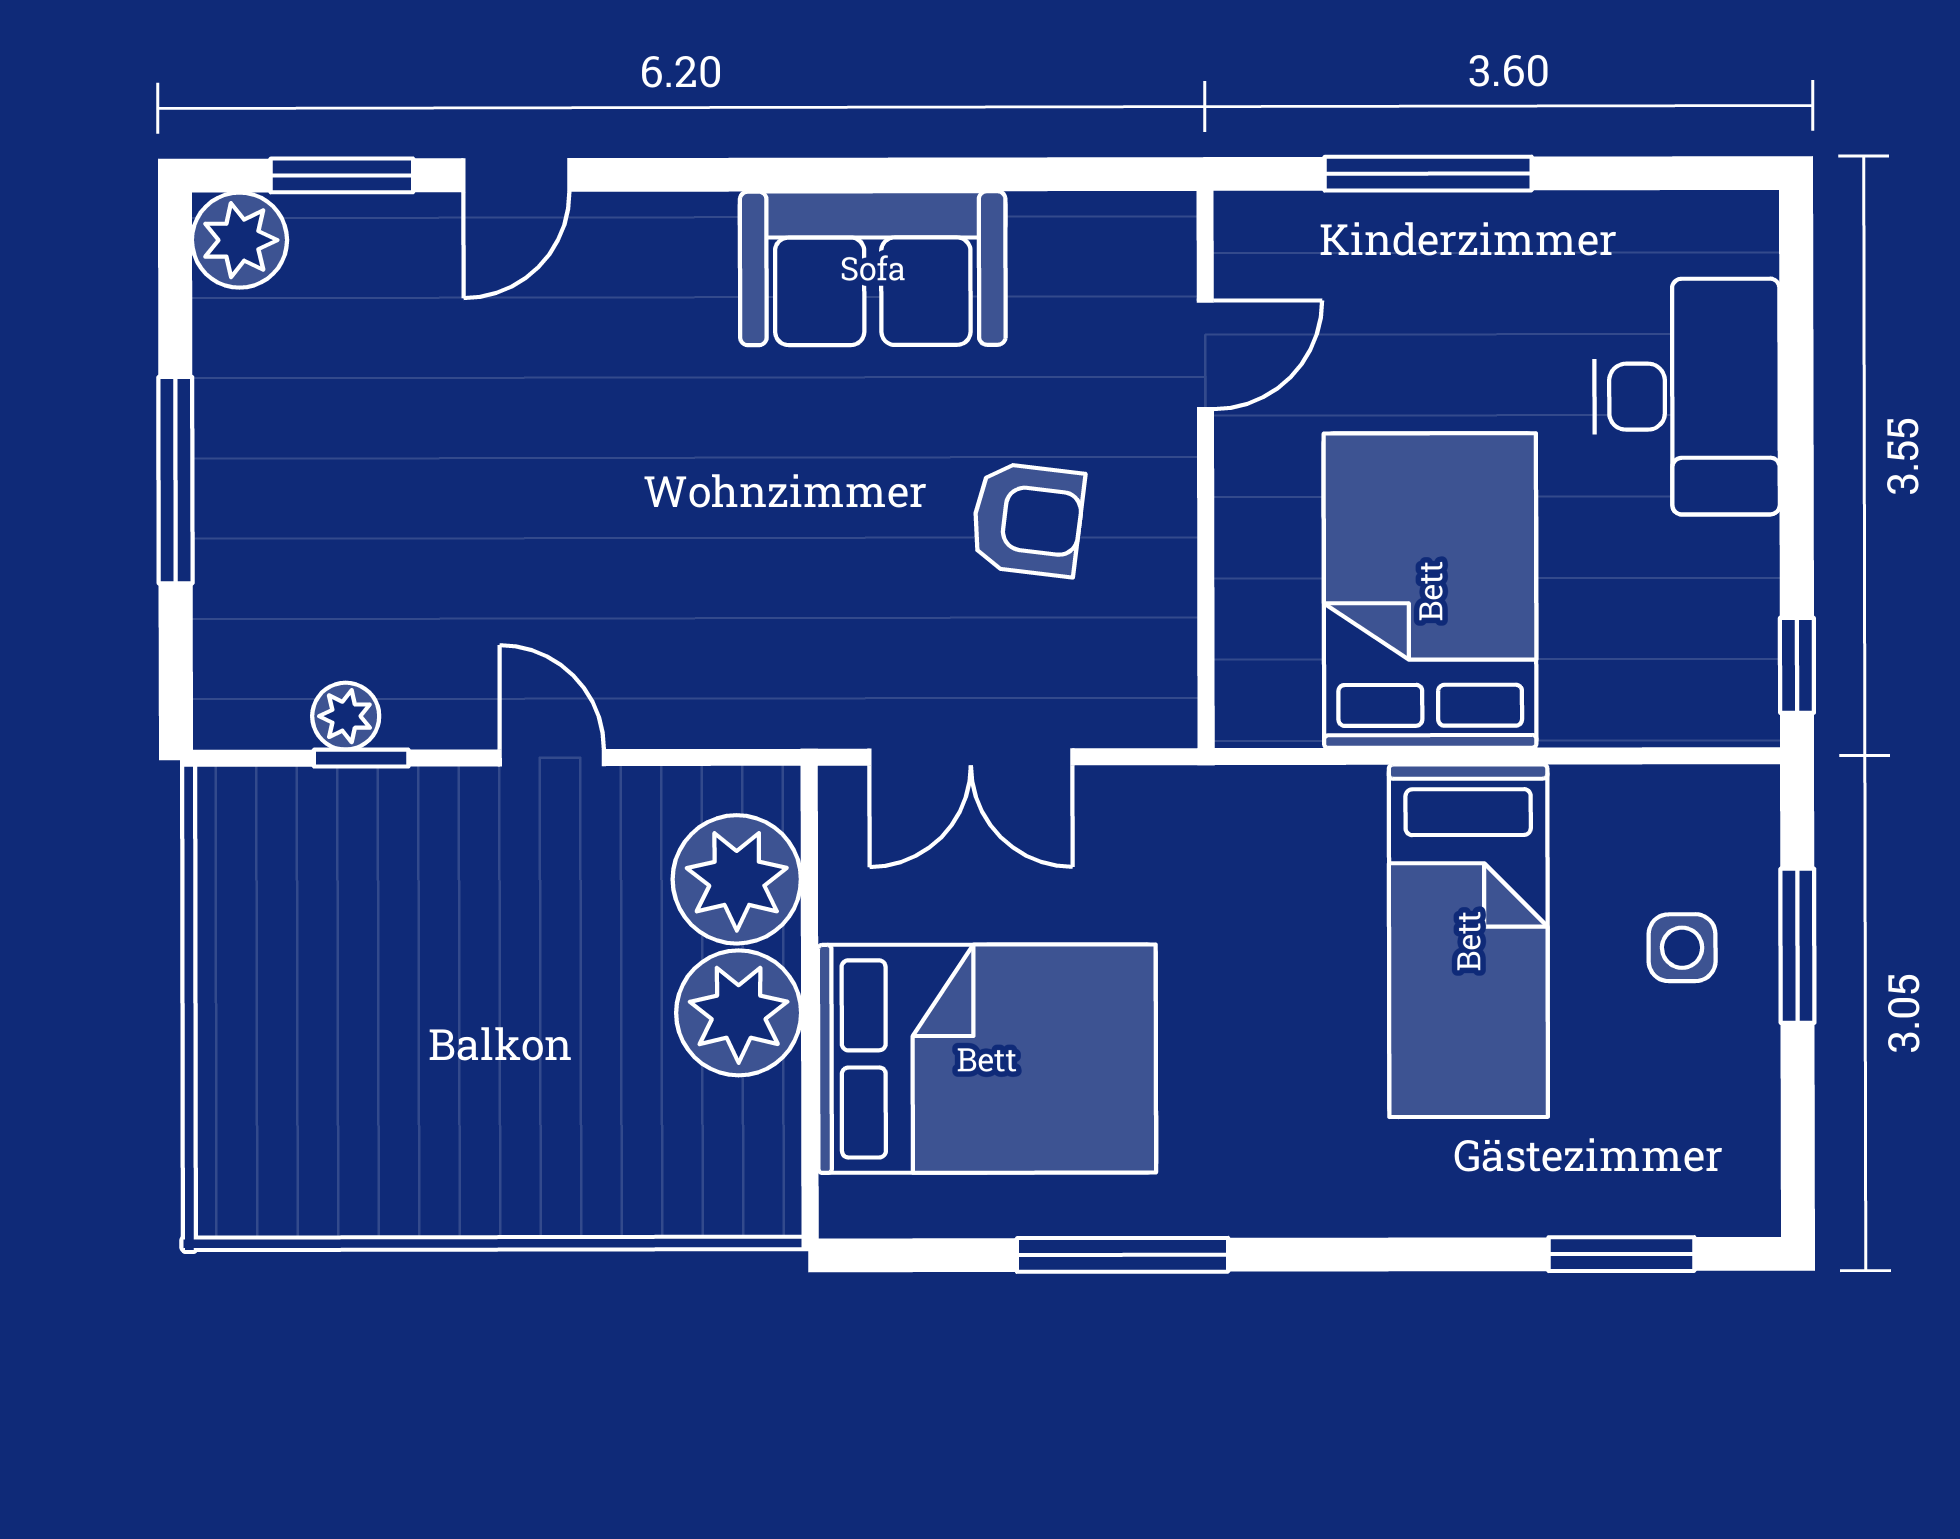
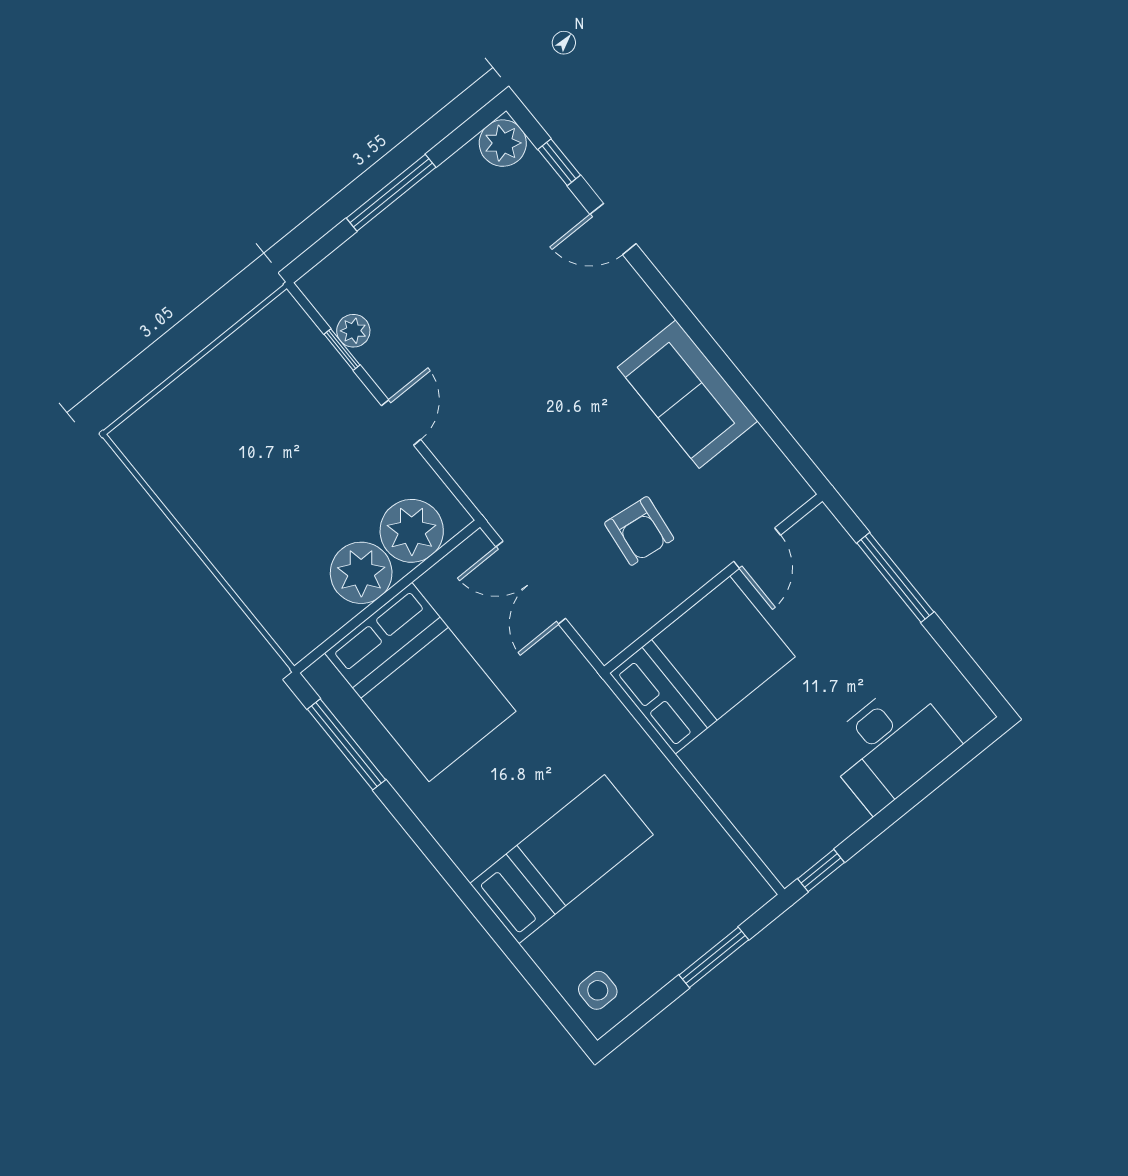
window: (342, 175) -> (559, 162), width x0.67
door: (1205, 355) -> (757, 548), hinge flipped
bed: (1430, 591) -> (702, 665), moved
bed: (1468, 941) -> (562, 859), moved, turned 180
side table: (1682, 948) -> (598, 990), moved
window: (1621, 1254) -> (541, 985), removed
window: (1123, 1255) -> (346, 744), moved

